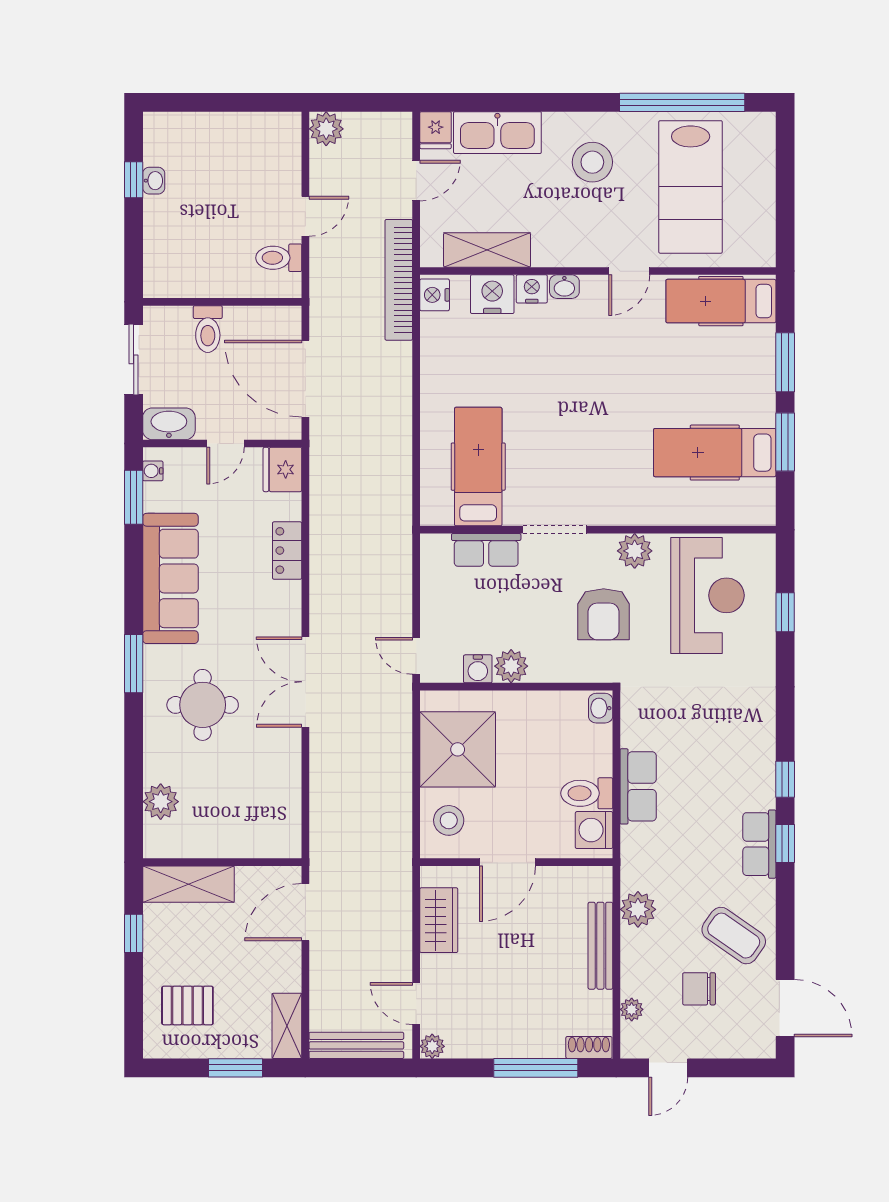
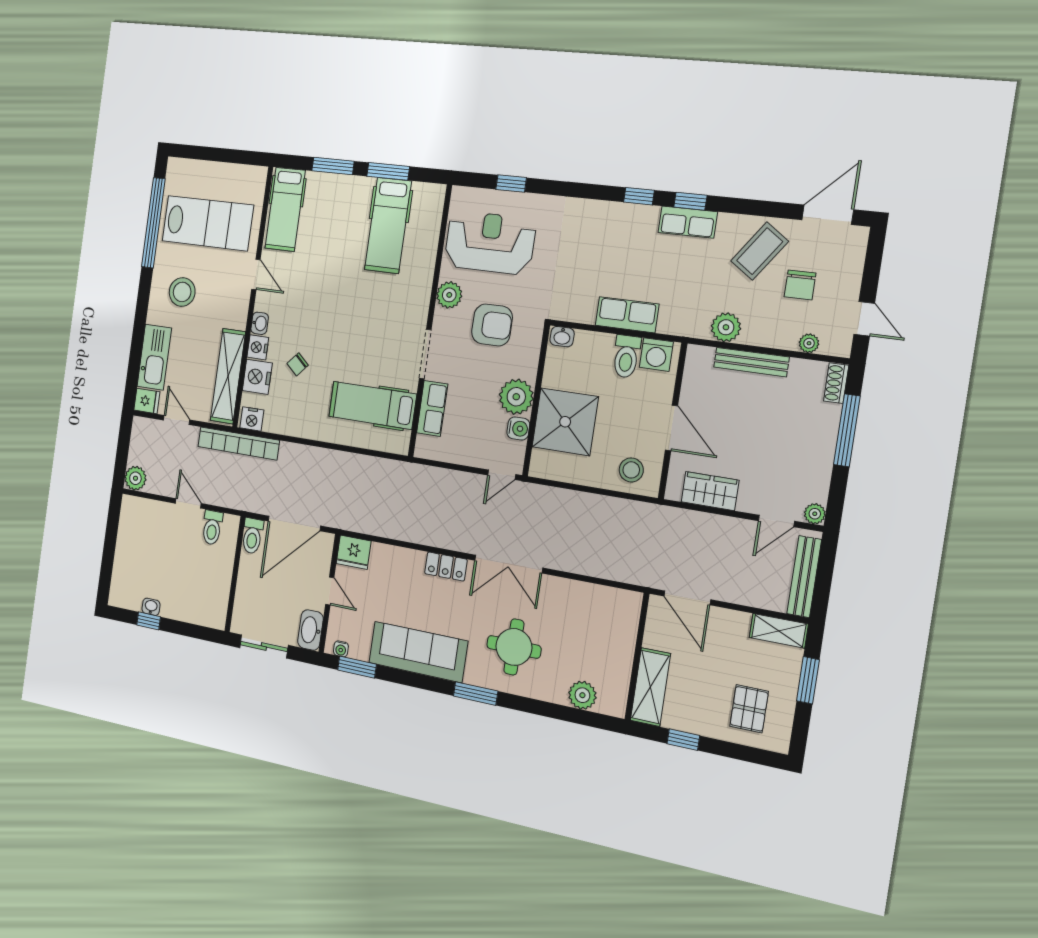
shelving: (487, 250) -> (228, 376), width x1.47
toilet: (208, 329) -> (252, 536), moved, turned 90
chair: (517, 351) -> (298, 364), added
locker: (287, 551) -> (446, 566), moved
plant: (511, 666) -> (516, 397), width x1.36, depth x1.36
shower: (458, 749) -> (565, 422), moved

